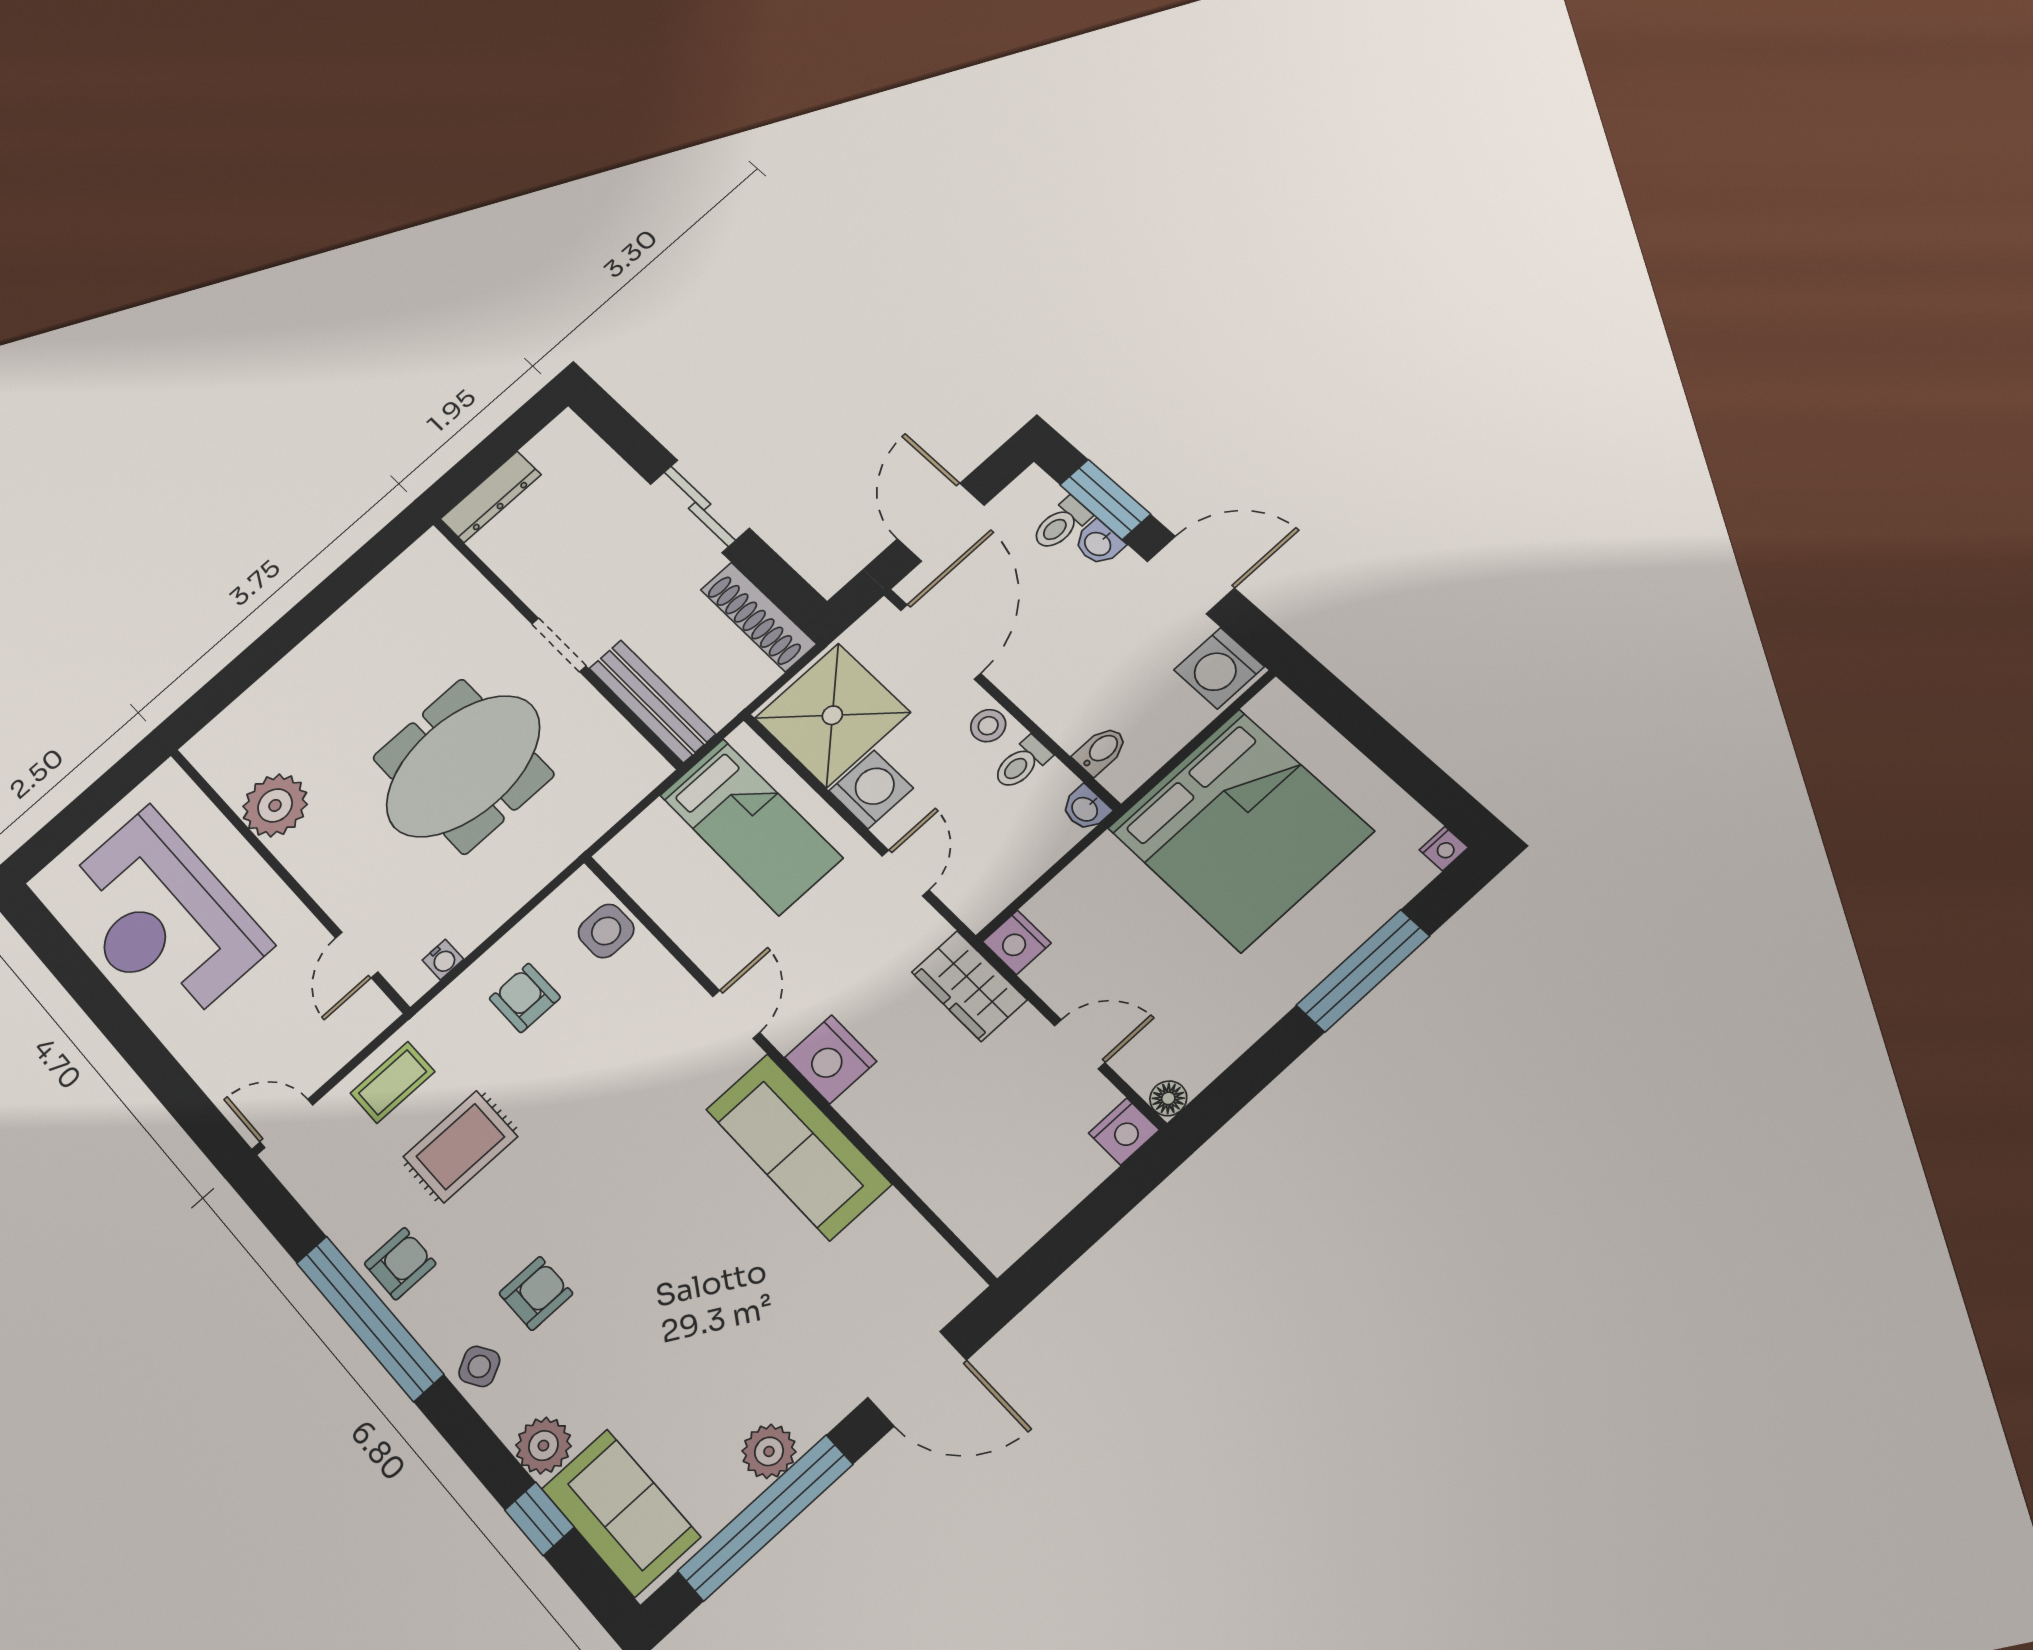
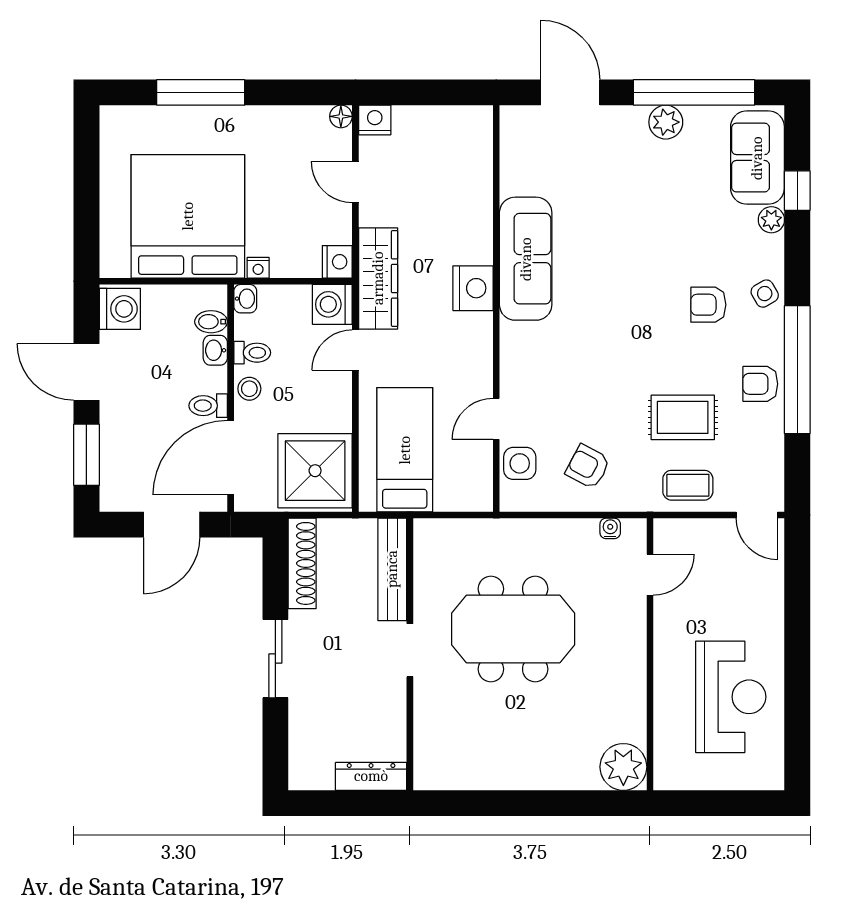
toilet: (1061, 524) -> (208, 406), moved, turned 180
washbasin: (1098, 543) -> (215, 350), moved, turned 180
washing machine: (871, 789) -> (332, 304), moved
plant: (275, 805) -> (623, 767), moved
nightstand: (1444, 849) -> (258, 268), moved, turned 180
reception desk: (161, 919) -> (731, 697), width x0.74, depth x0.77
wardrobe: (969, 986) -> (378, 278), width x1.50
armchair: (525, 998) -> (588, 467), turned 118
door: (736, 1014) -> (496, 419), moved
plant: (543, 1446) -> (771, 220), width x0.73, depth x0.73

